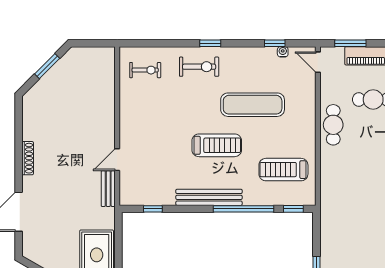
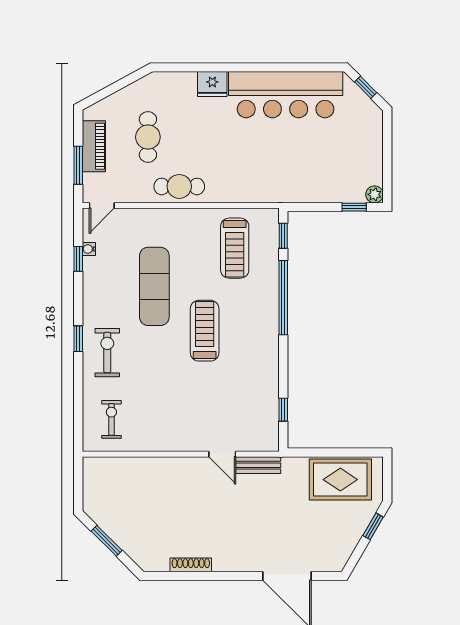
shoe rack: (28, 158) -> (191, 565), moved
bench: (209, 197) -> (269, 340), removed

